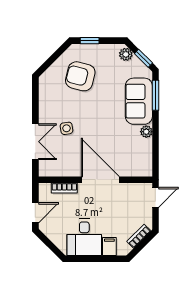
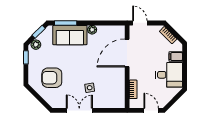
window: (90, 41) -> (26, 57), moved
armchair: (80, 76) -> (52, 78), turned 76
double door: (35, 142) -> (79, 110), moved
door: (100, 180) -> (127, 53), moved

